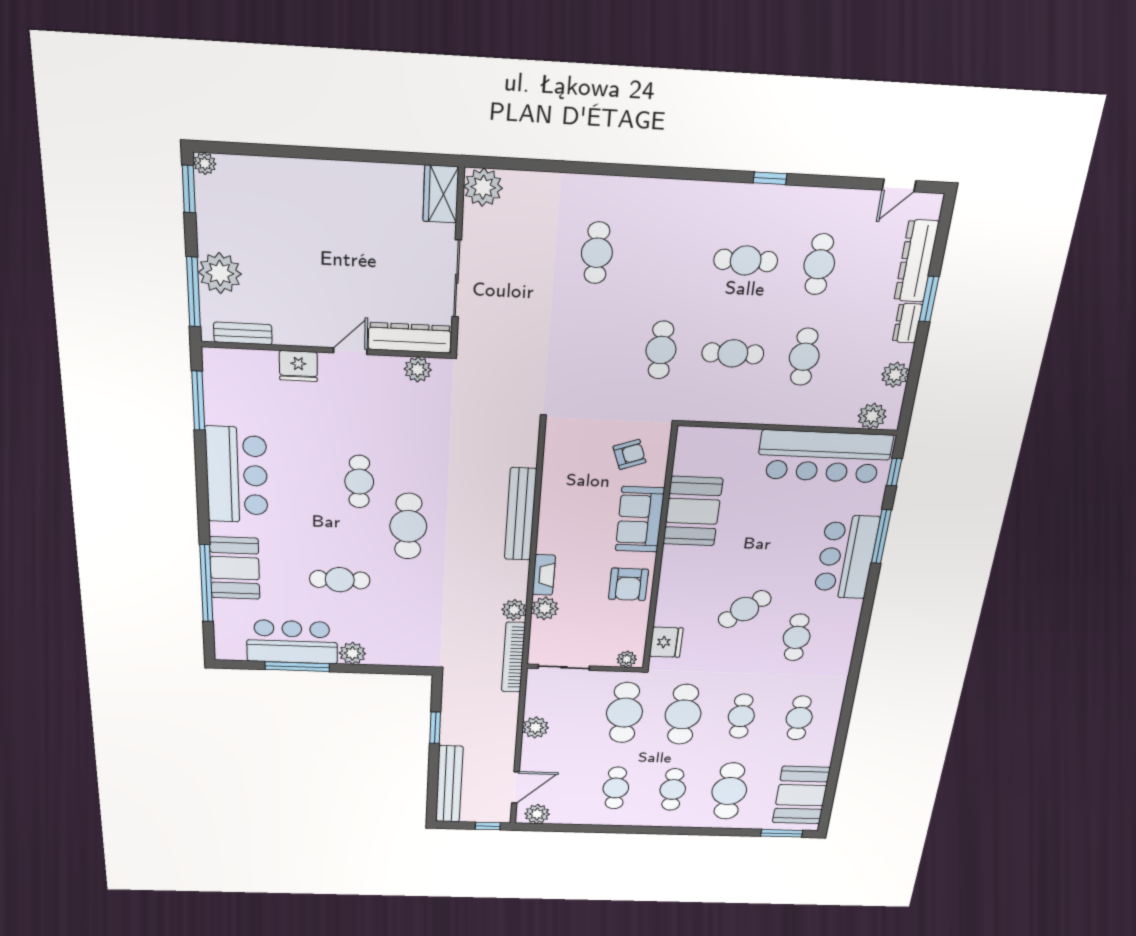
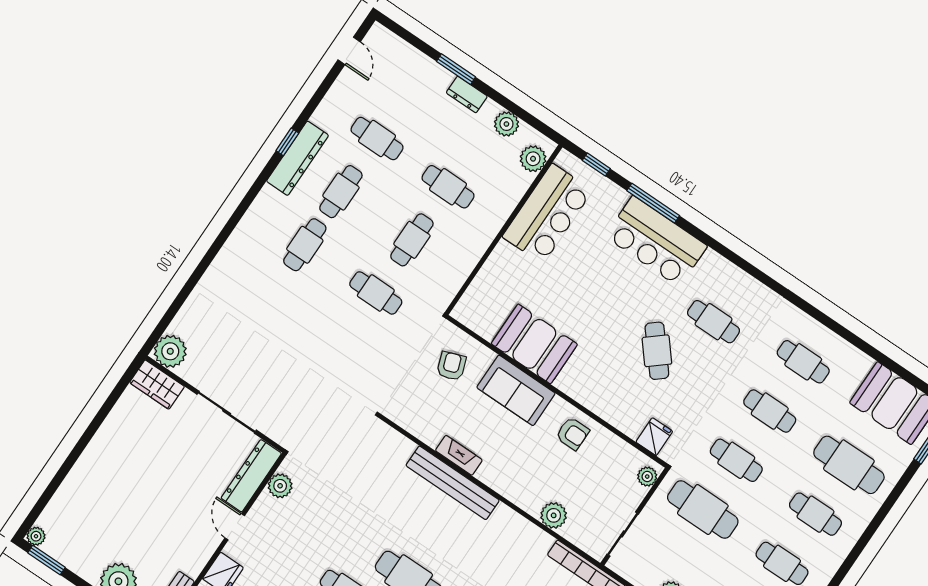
cafe table: (597, 253) -> (305, 245), moved, turned 90
dresser: (916, 261) -> (298, 158), moved, turned -90
bar counter: (824, 457) -> (547, 214), width x0.73
fireplace: (544, 575) -> (459, 455), moved
armchair: (628, 584) -> (573, 434), width x0.72, depth x0.72
plant: (514, 610) -> (539, 542), removed
fridge: (666, 642) -> (654, 437), width x0.72
cafe table: (683, 714) -> (736, 460), width x0.73, depth x0.74

